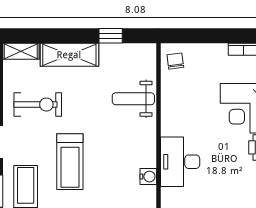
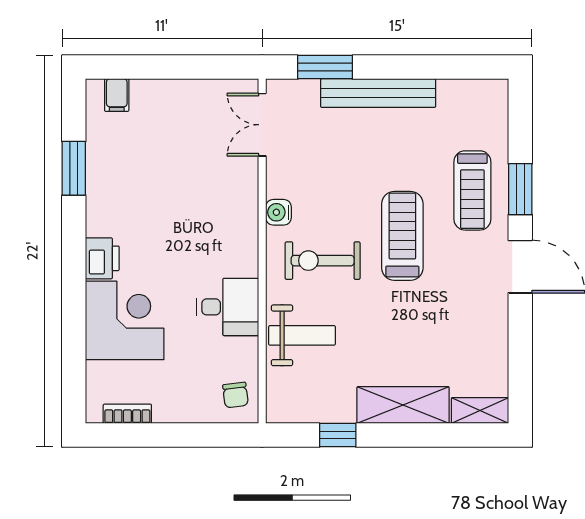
exercise bike: (38, 105) -> (323, 261), moved
desk: (180, 162) -> (228, 307), moved, width x0.73

